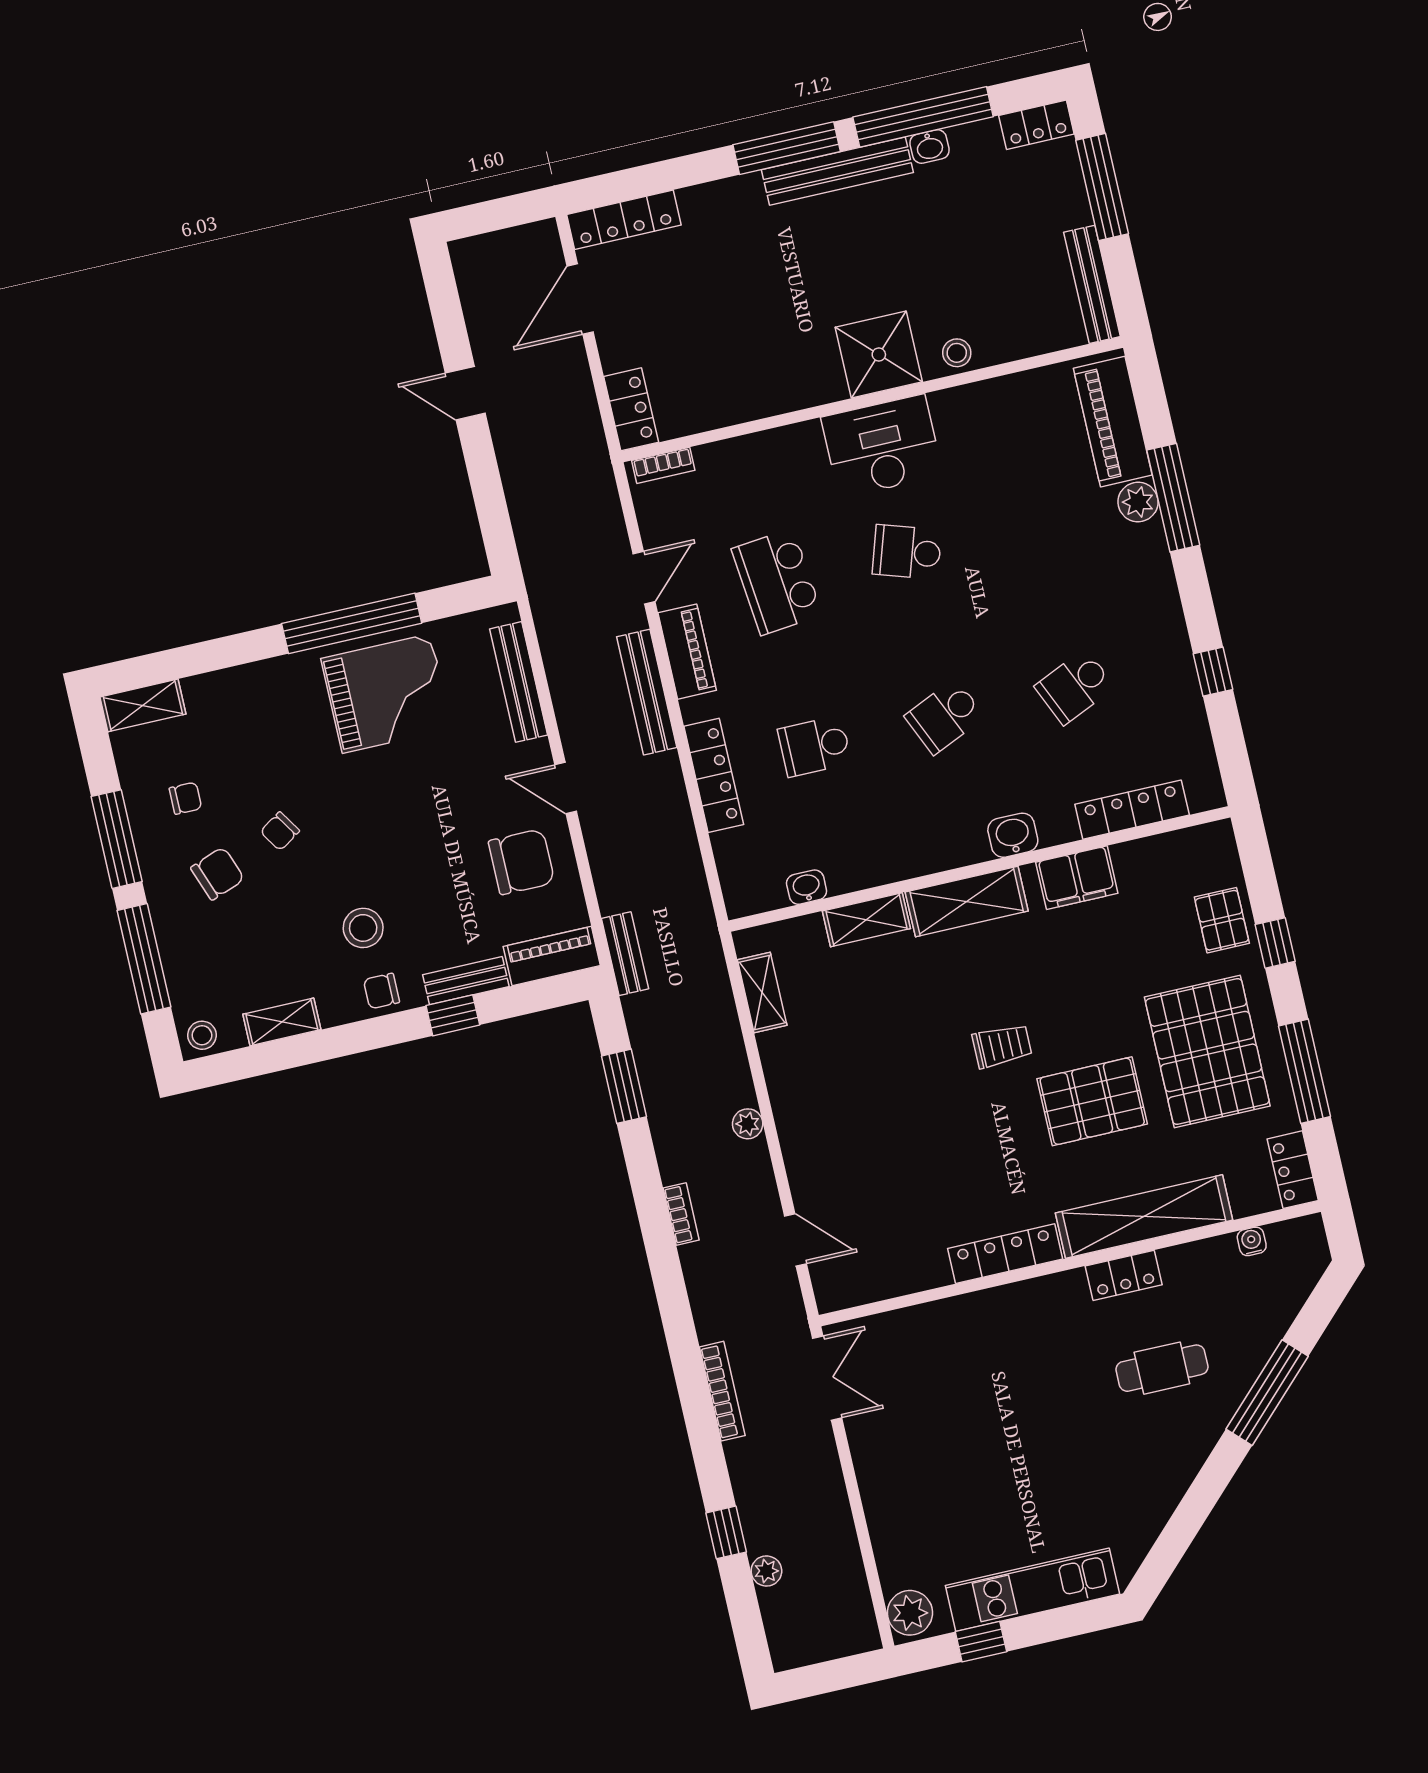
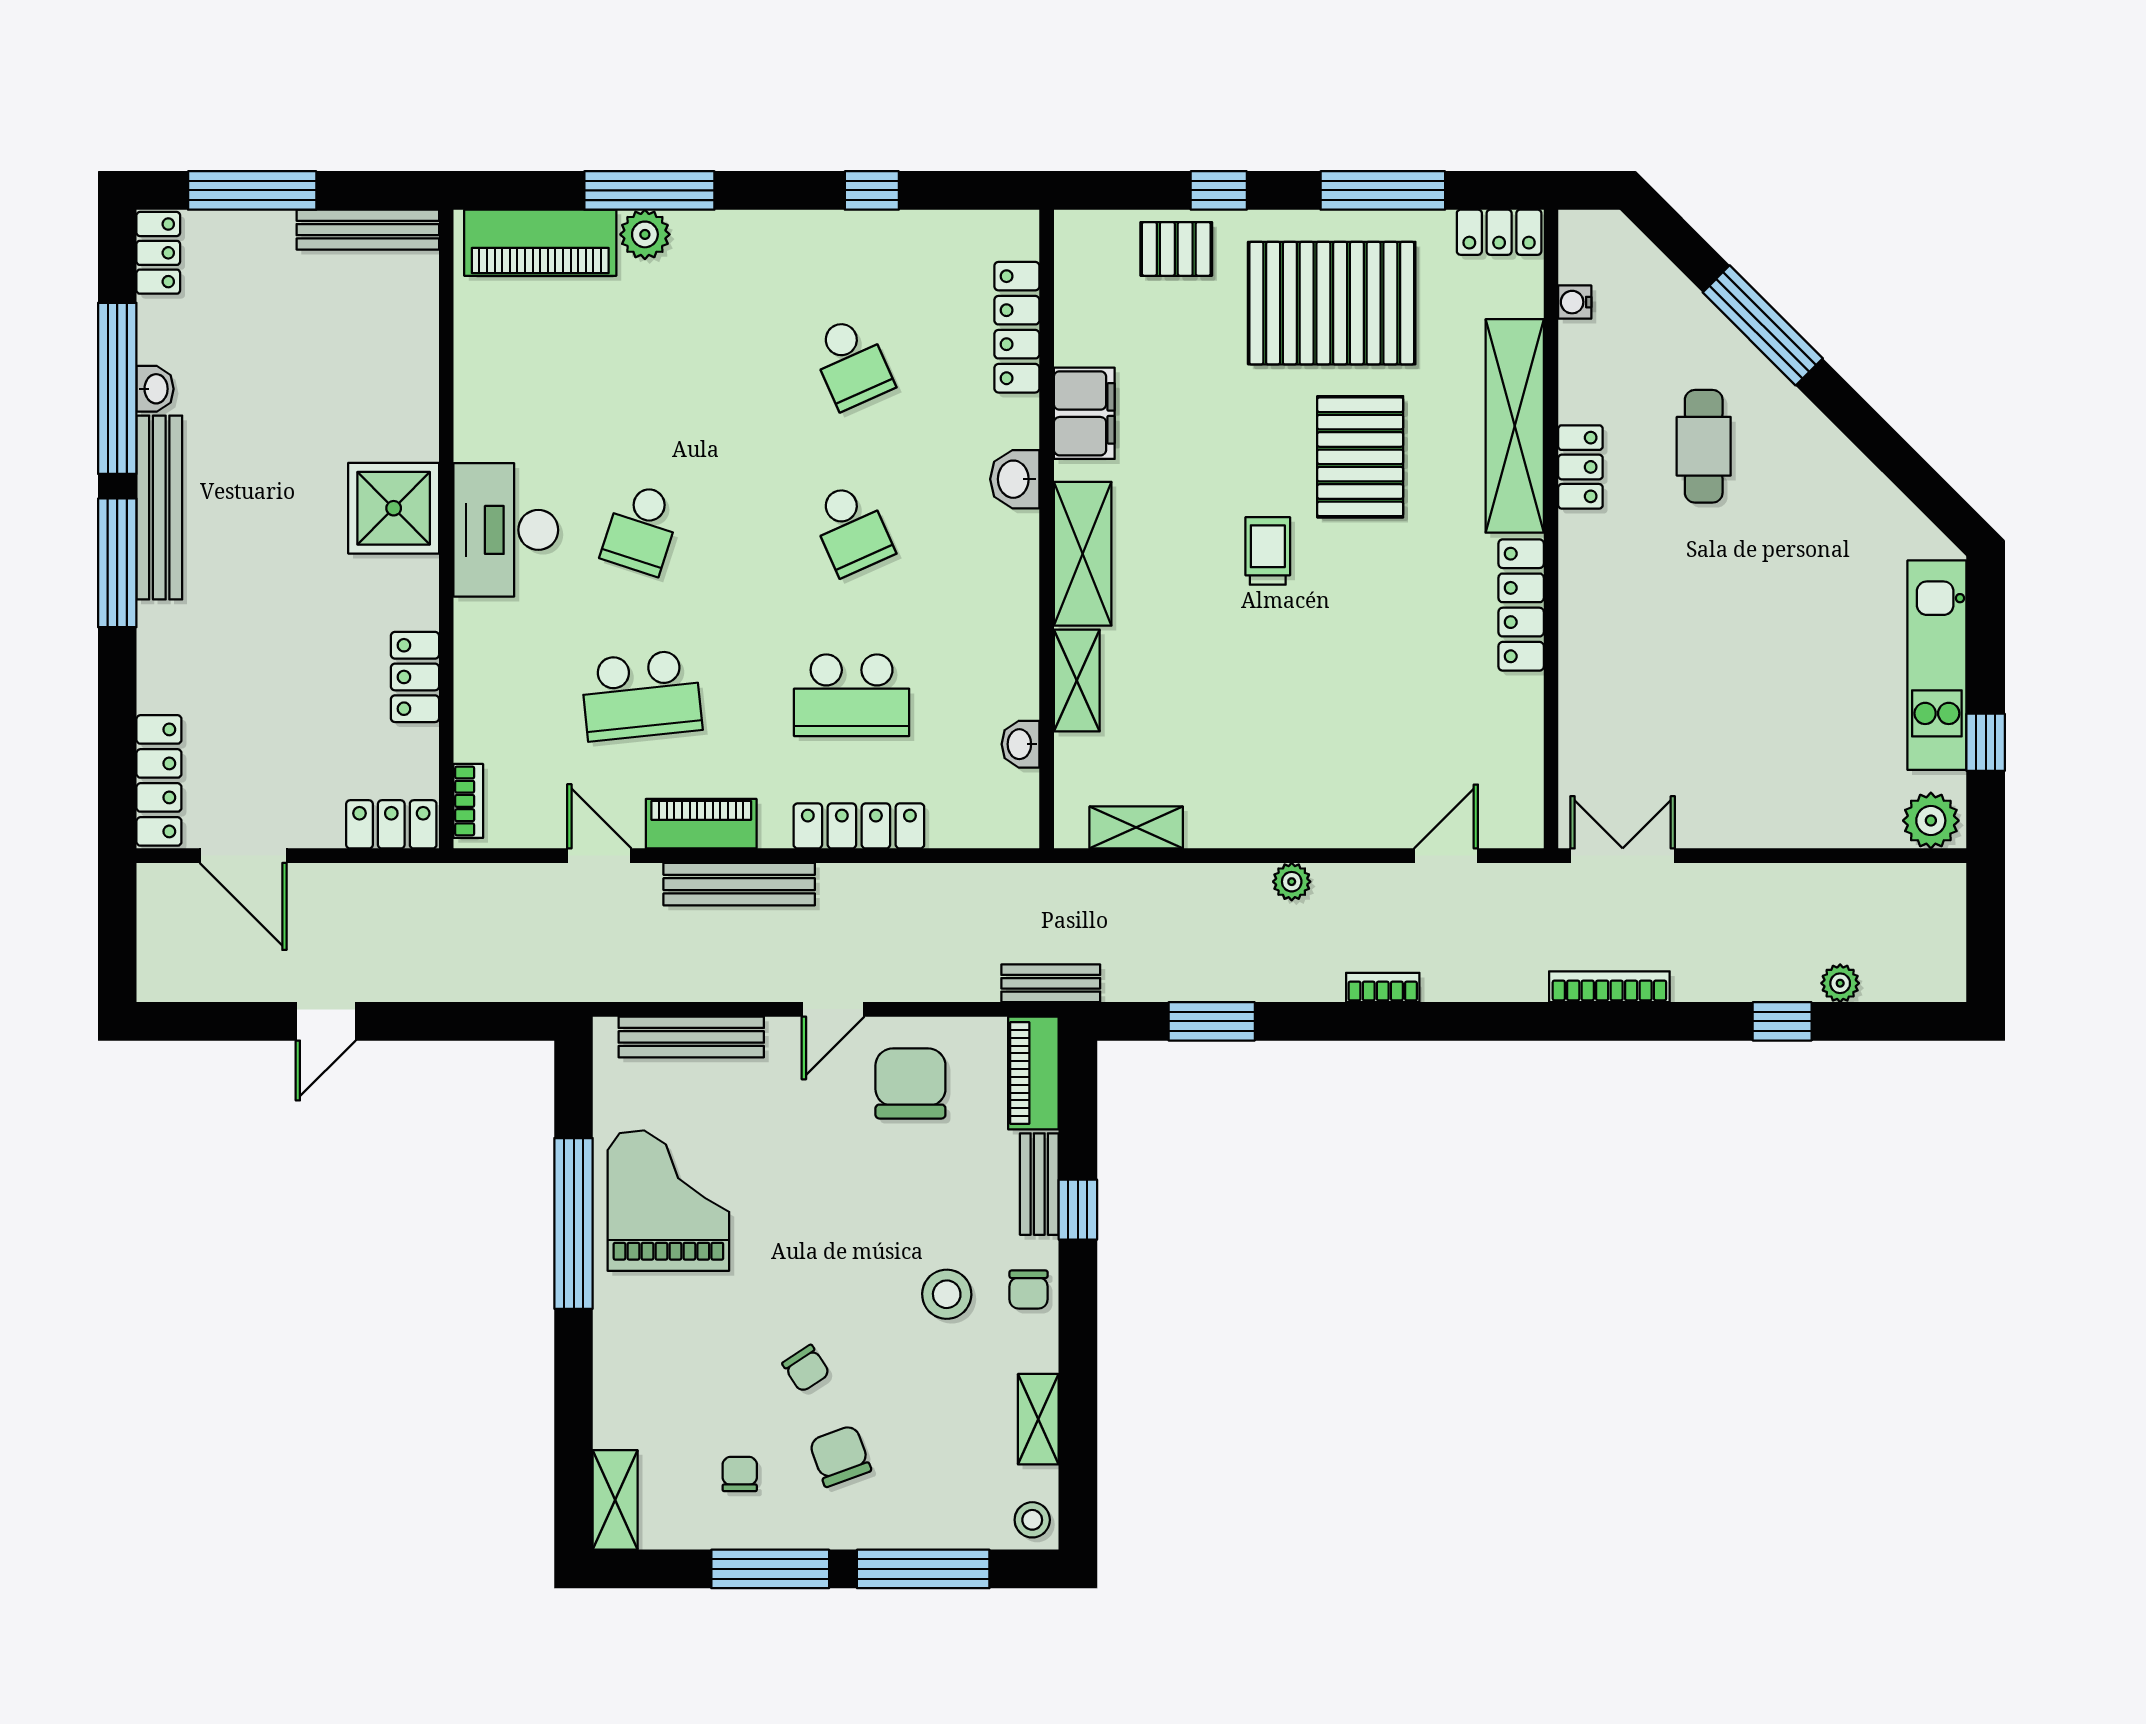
stool: (957, 353) -> (413, 413), removed
locker: (751, 401) -> (415, 677), added
school desk: (815, 746) -> (852, 695), width x1.85

